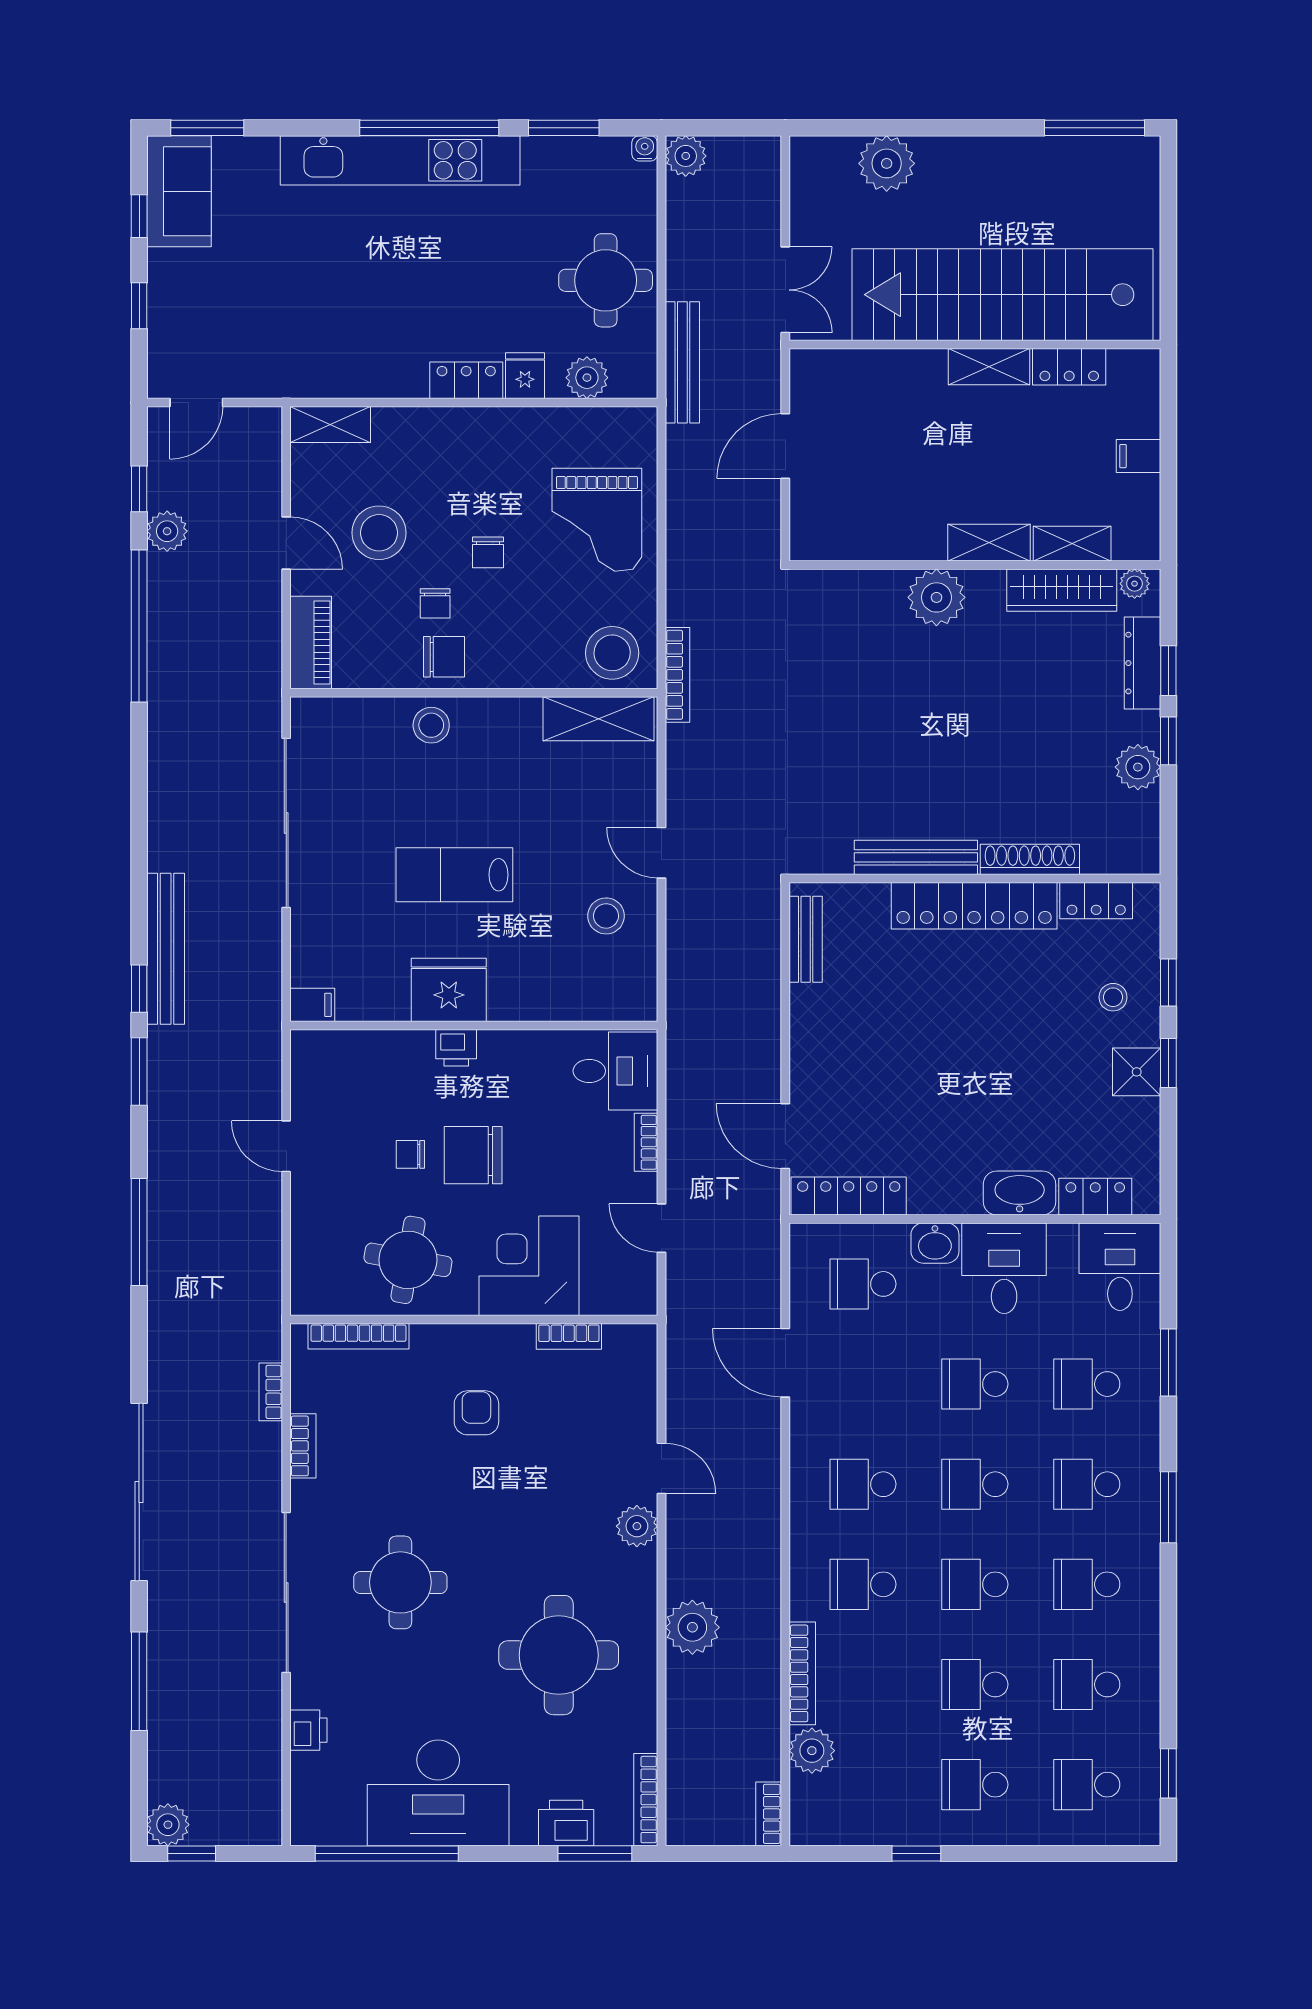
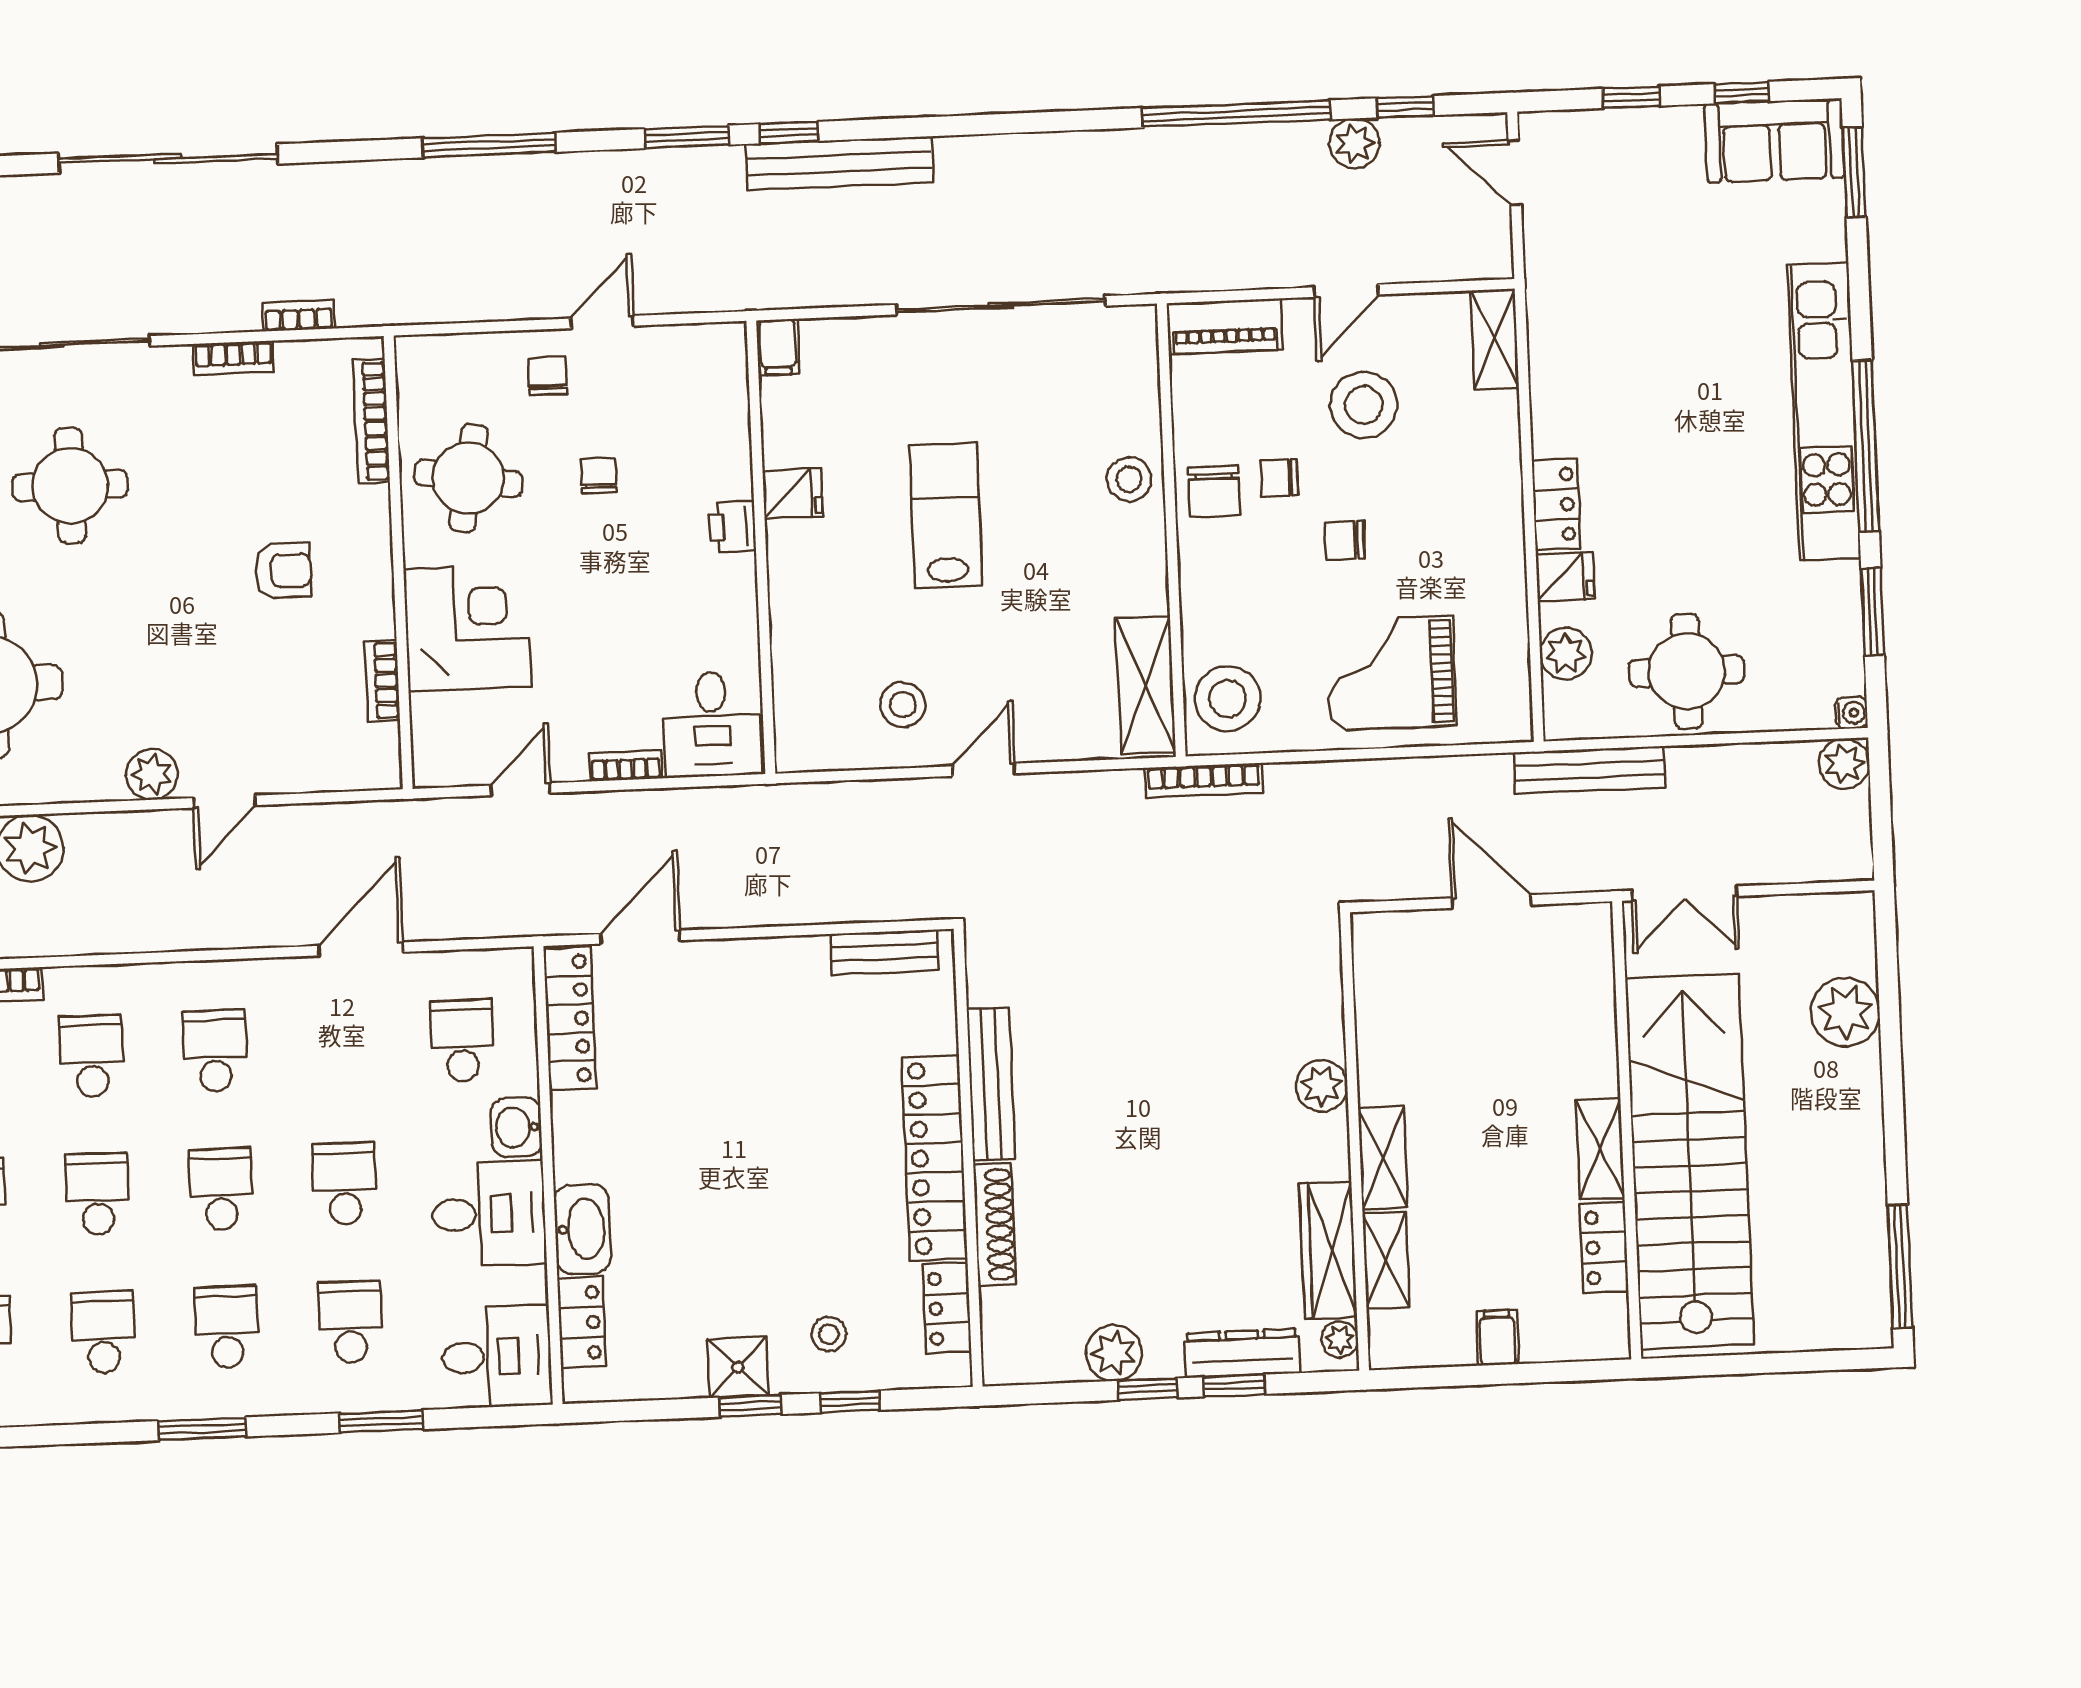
plant: (936, 597) -> (1322, 1086), width x0.73, depth x0.73
fridge: (449, 990) -> (793, 493), width x0.53, depth x0.75
chair: (473, 1155) -> (547, 376), moved, width x0.54, depth x0.54

